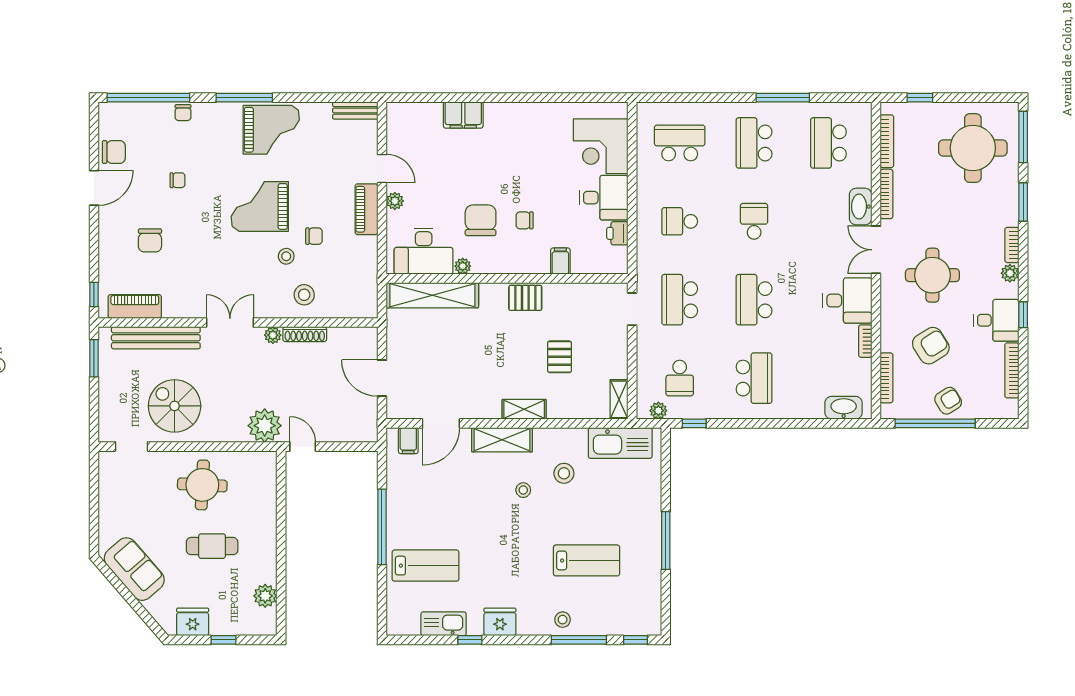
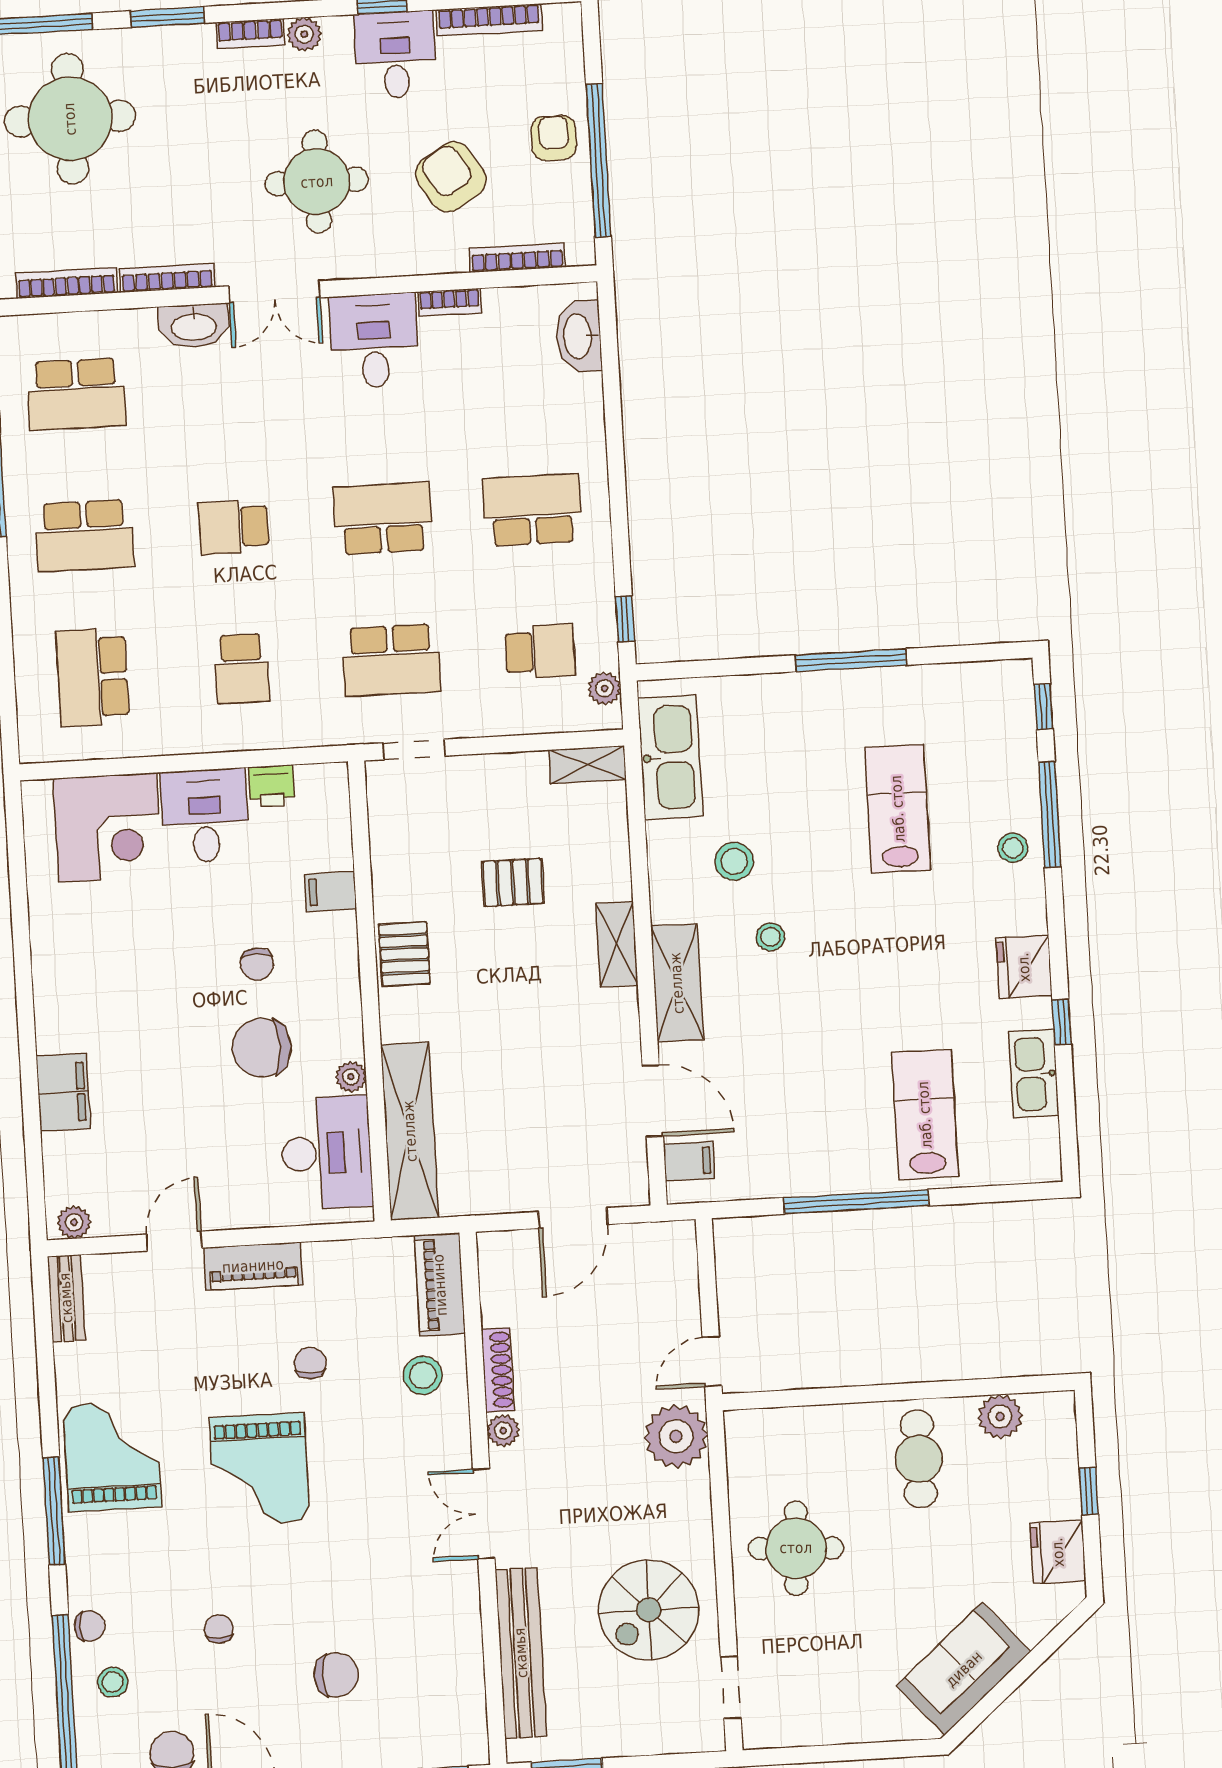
plant: (395, 201) -> (74, 1222), moved
stool: (286, 256) -> (113, 1682), moved
school desk: (754, 300) -> (383, 518), turned 180
piano: (135, 306) -> (440, 1285), moved
armchair: (948, 401) -> (554, 138), turned 32
cafe table: (212, 546) -> (919, 1459), moved

